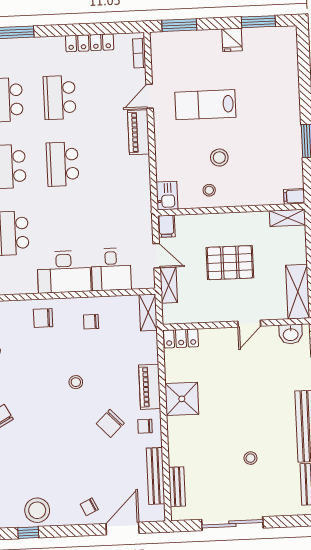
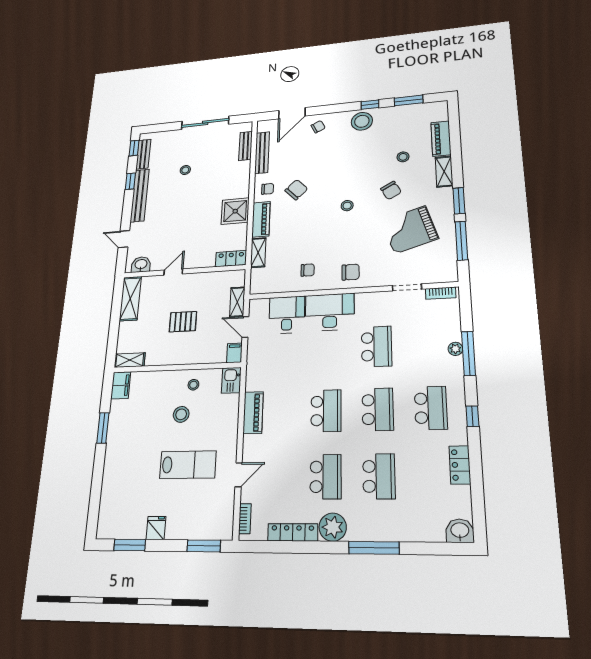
plant: (50, 50) -> (333, 527), added
piano: (139, 132) -> (253, 413), moved
filing cabinet: (294, 196) -> (121, 385), width x2.00
pallet: (230, 263) -> (183, 322), width x0.67, depth x0.71
shelving: (148, 313) -> (258, 253), moved
stool: (76, 382) -> (347, 206), moved

